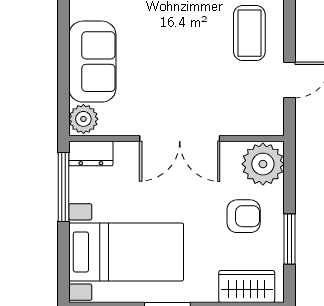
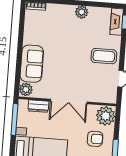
coffee table: (249, 33) -> (104, 56), turned 90
dresser: (91, 154) -> (38, 106), moved

